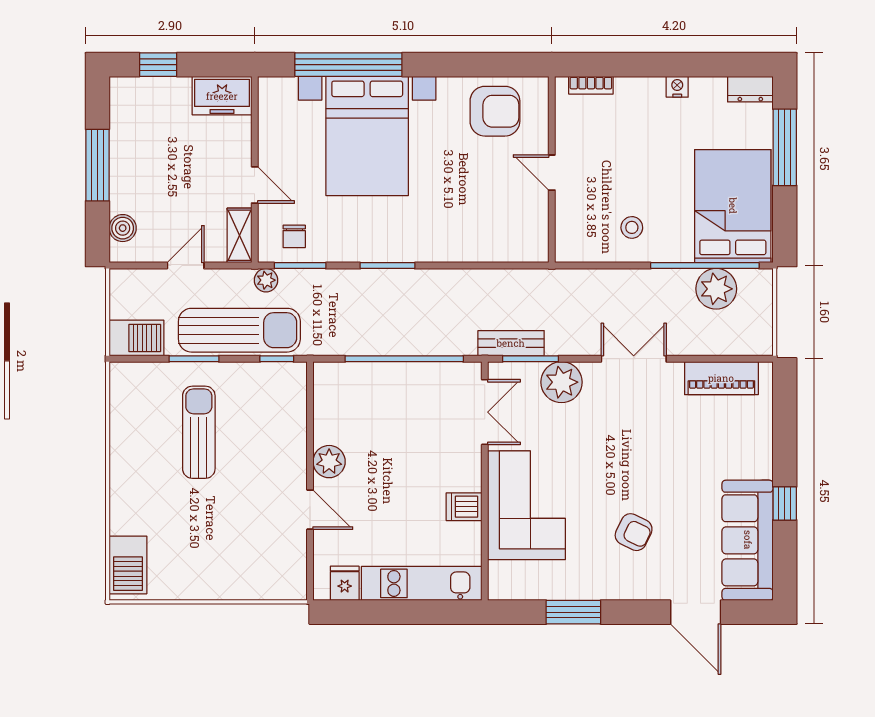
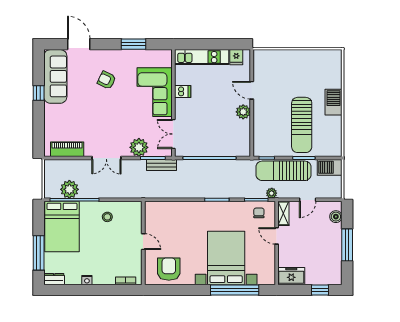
armchair: (495, 111) -> (169, 269), turned 90
sun lounger: (199, 432) -> (302, 125), width x1.36, depth x1.34
barbecue: (128, 565) -> (333, 102), moved

